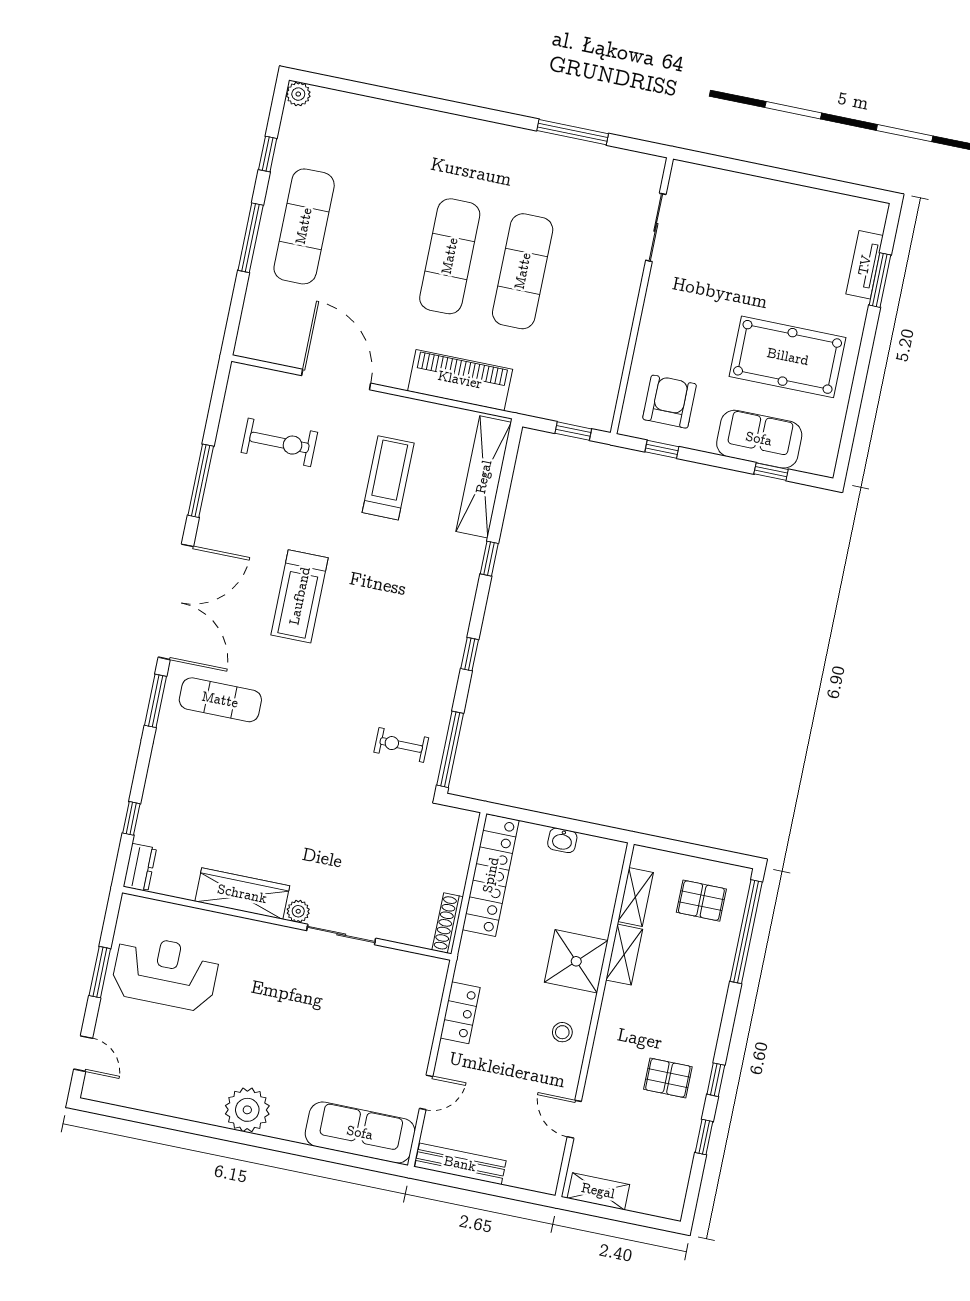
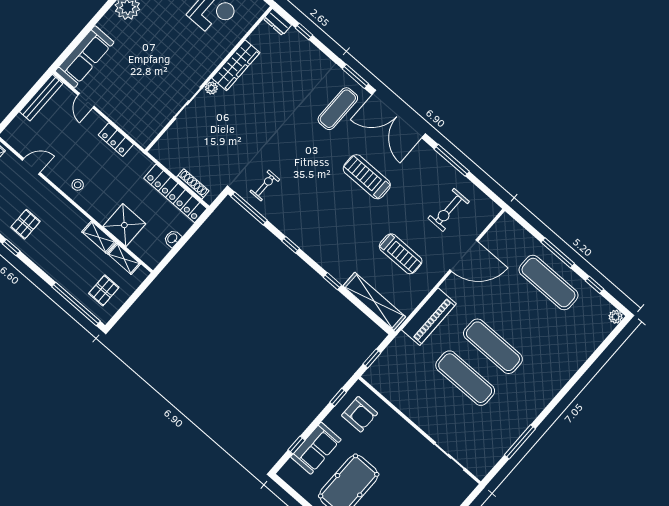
shoe rack: (448, 923) -> (193, 184), moved
shower: (576, 961) -> (124, 225), moved

